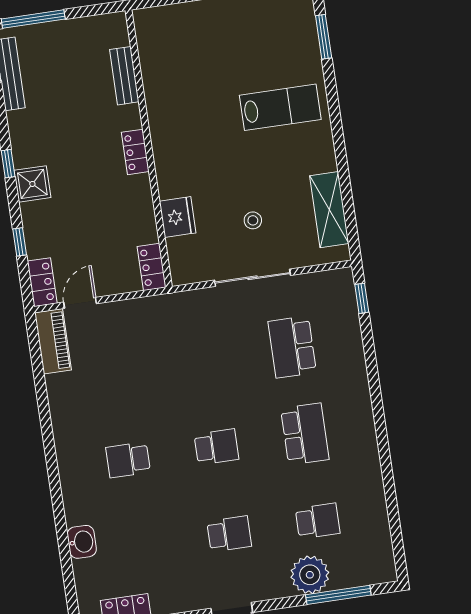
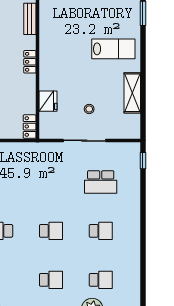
shelving: (329, 210) -> (132, 93), moved
school desk: (292, 347) -> (101, 182), turned -90
school desk: (305, 434) -> (101, 231), width x0.54

